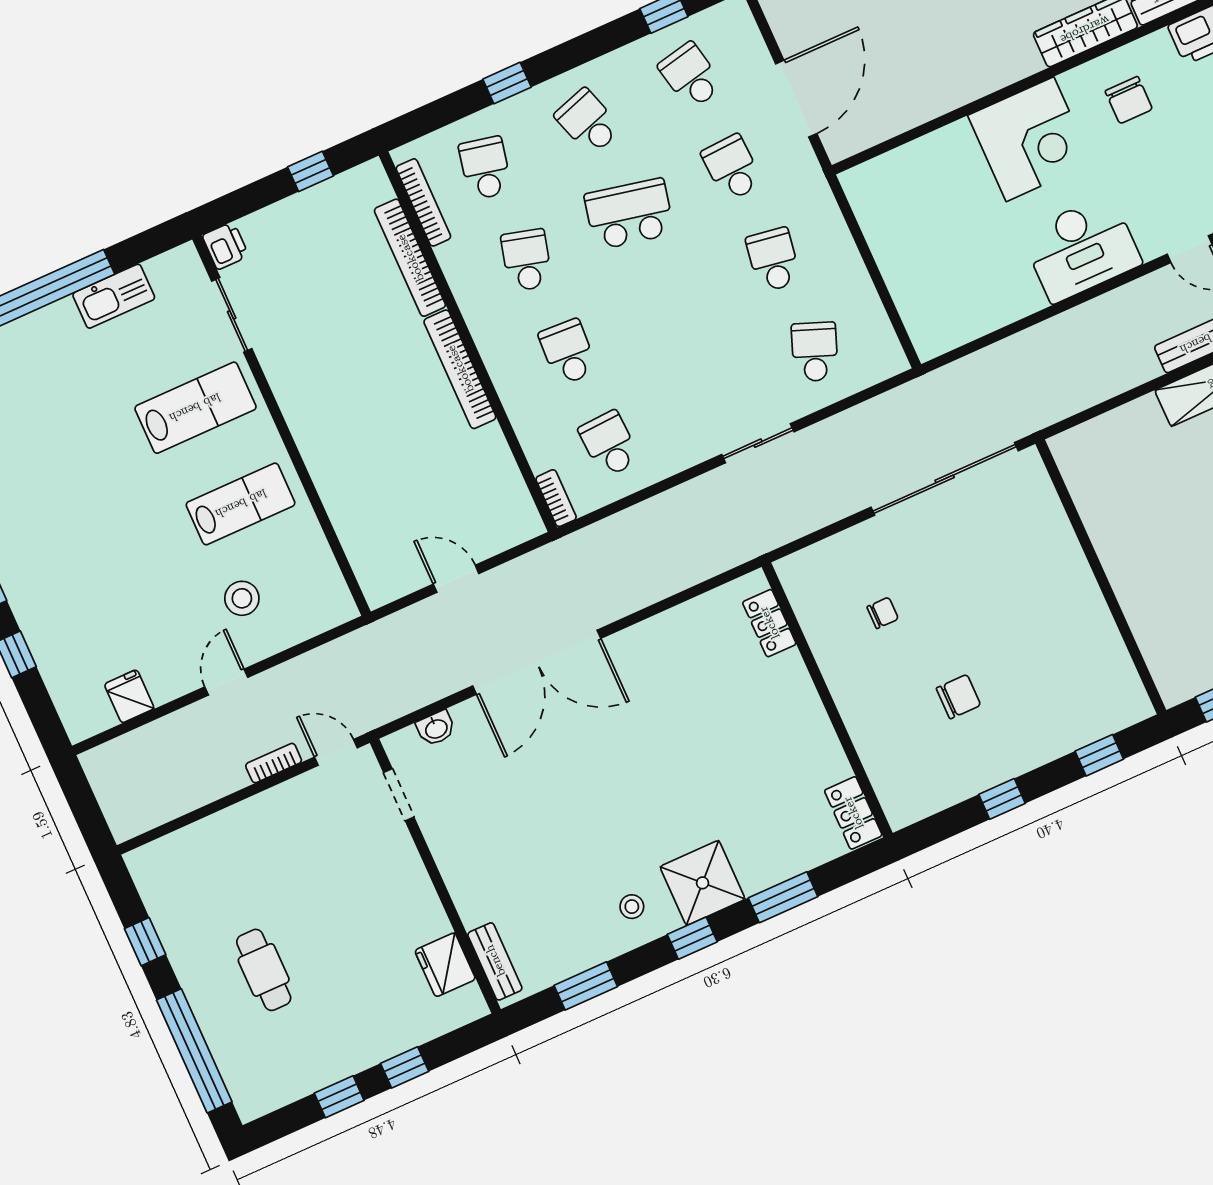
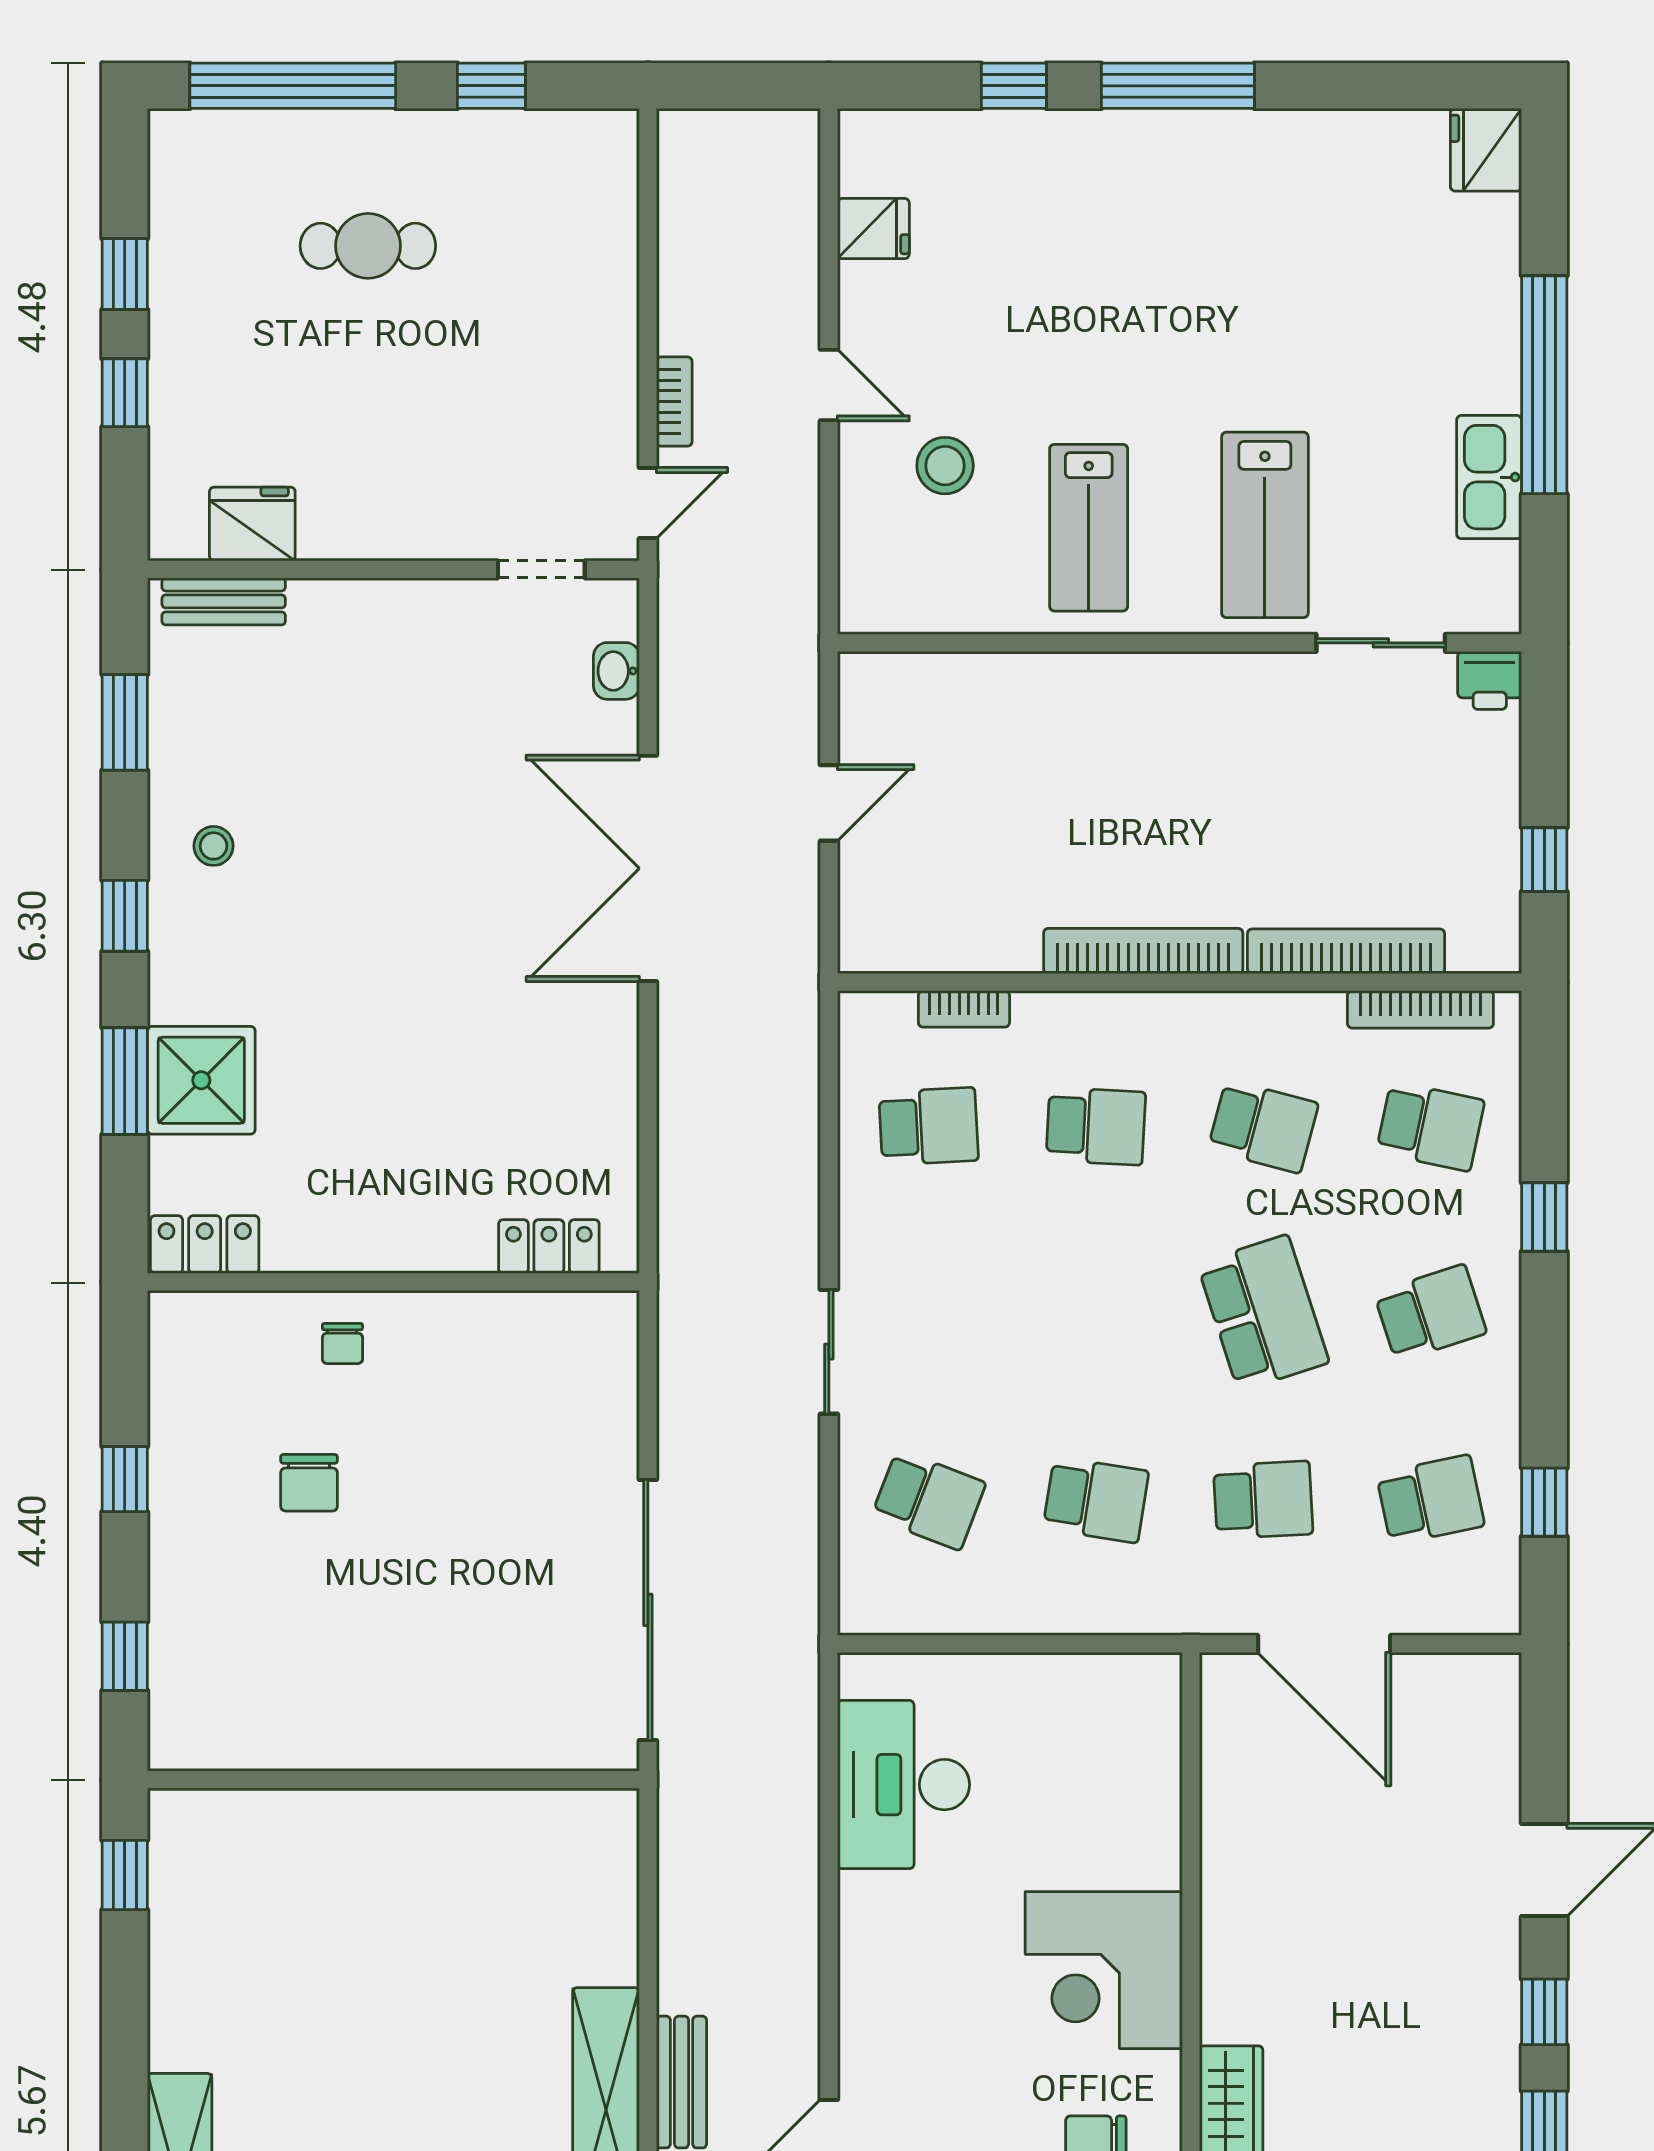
school desk: (629, 214) -> (1263, 1313), turned -30
desk: (1081, 248) -> (903, 1785), moved
bookcase: (556, 498) -> (964, 1009), moved
chair: (883, 613) -> (342, 1344), moved
shower: (703, 883) -> (201, 1080), moved

